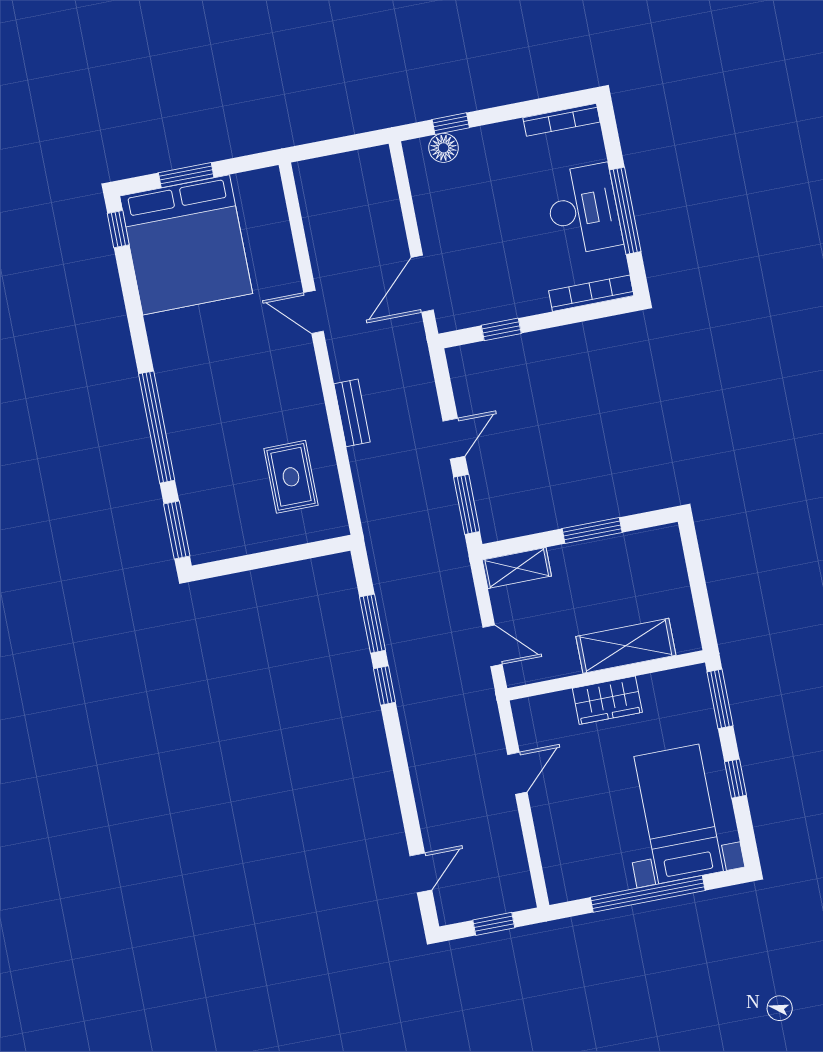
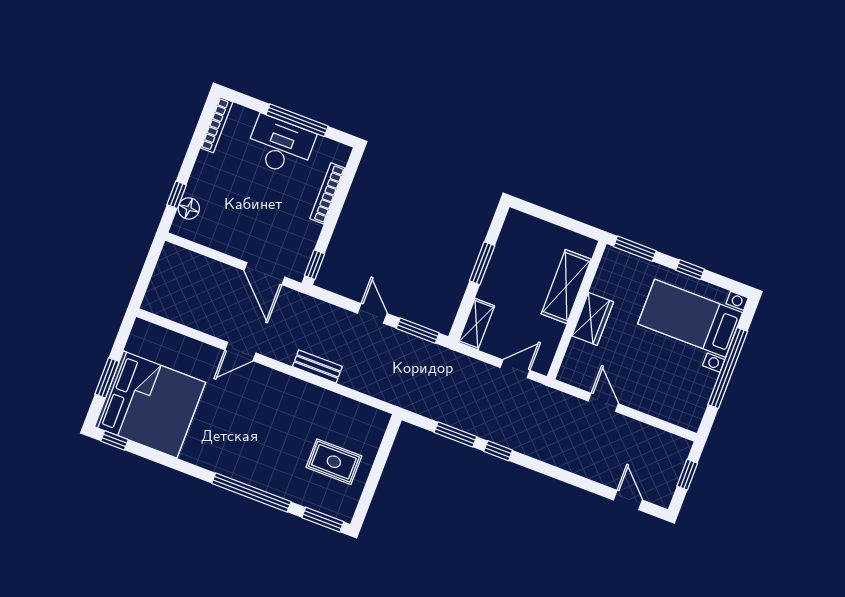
bookcase: (591, 293) -> (327, 193), moved
window: (501, 329) -> (315, 265), moved
rug: (291, 477) -> (334, 462), moved

